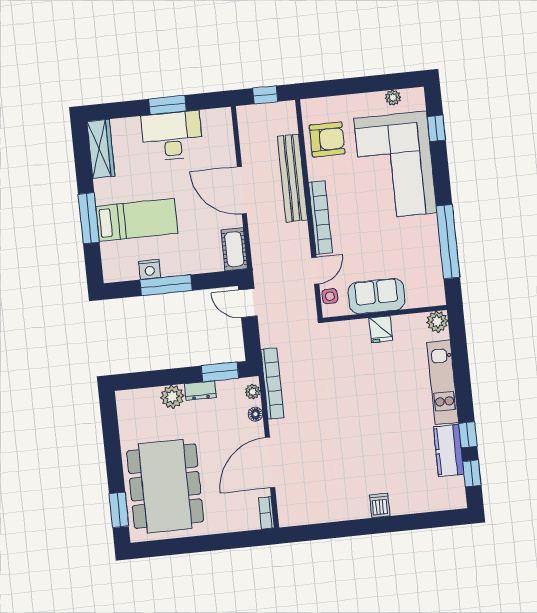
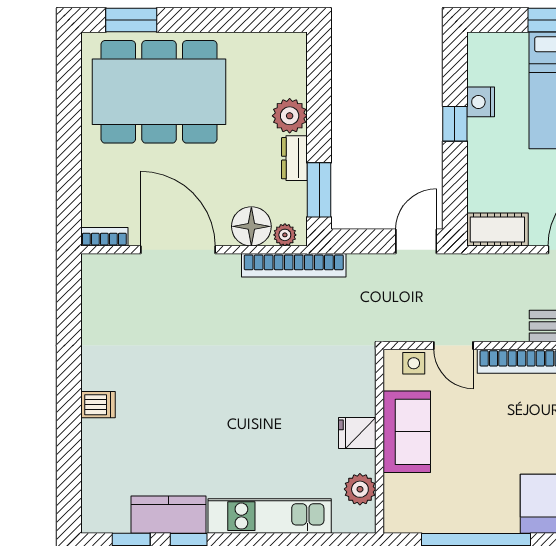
window: (166, 285) -> (455, 124), width x0.46
plant: (437, 322) -> (360, 489), moved
floor lamp: (255, 414) -> (251, 226), width x1.89, depth x1.89

